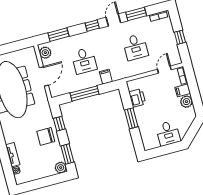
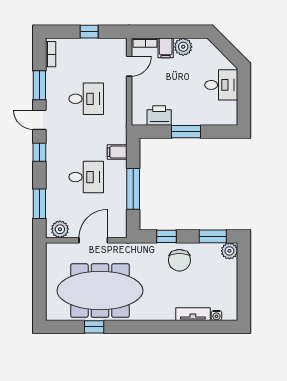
door: (164, 70) -> (129, 66), swing flipped
door: (44, 76) -> (93, 240), hinge flipped

